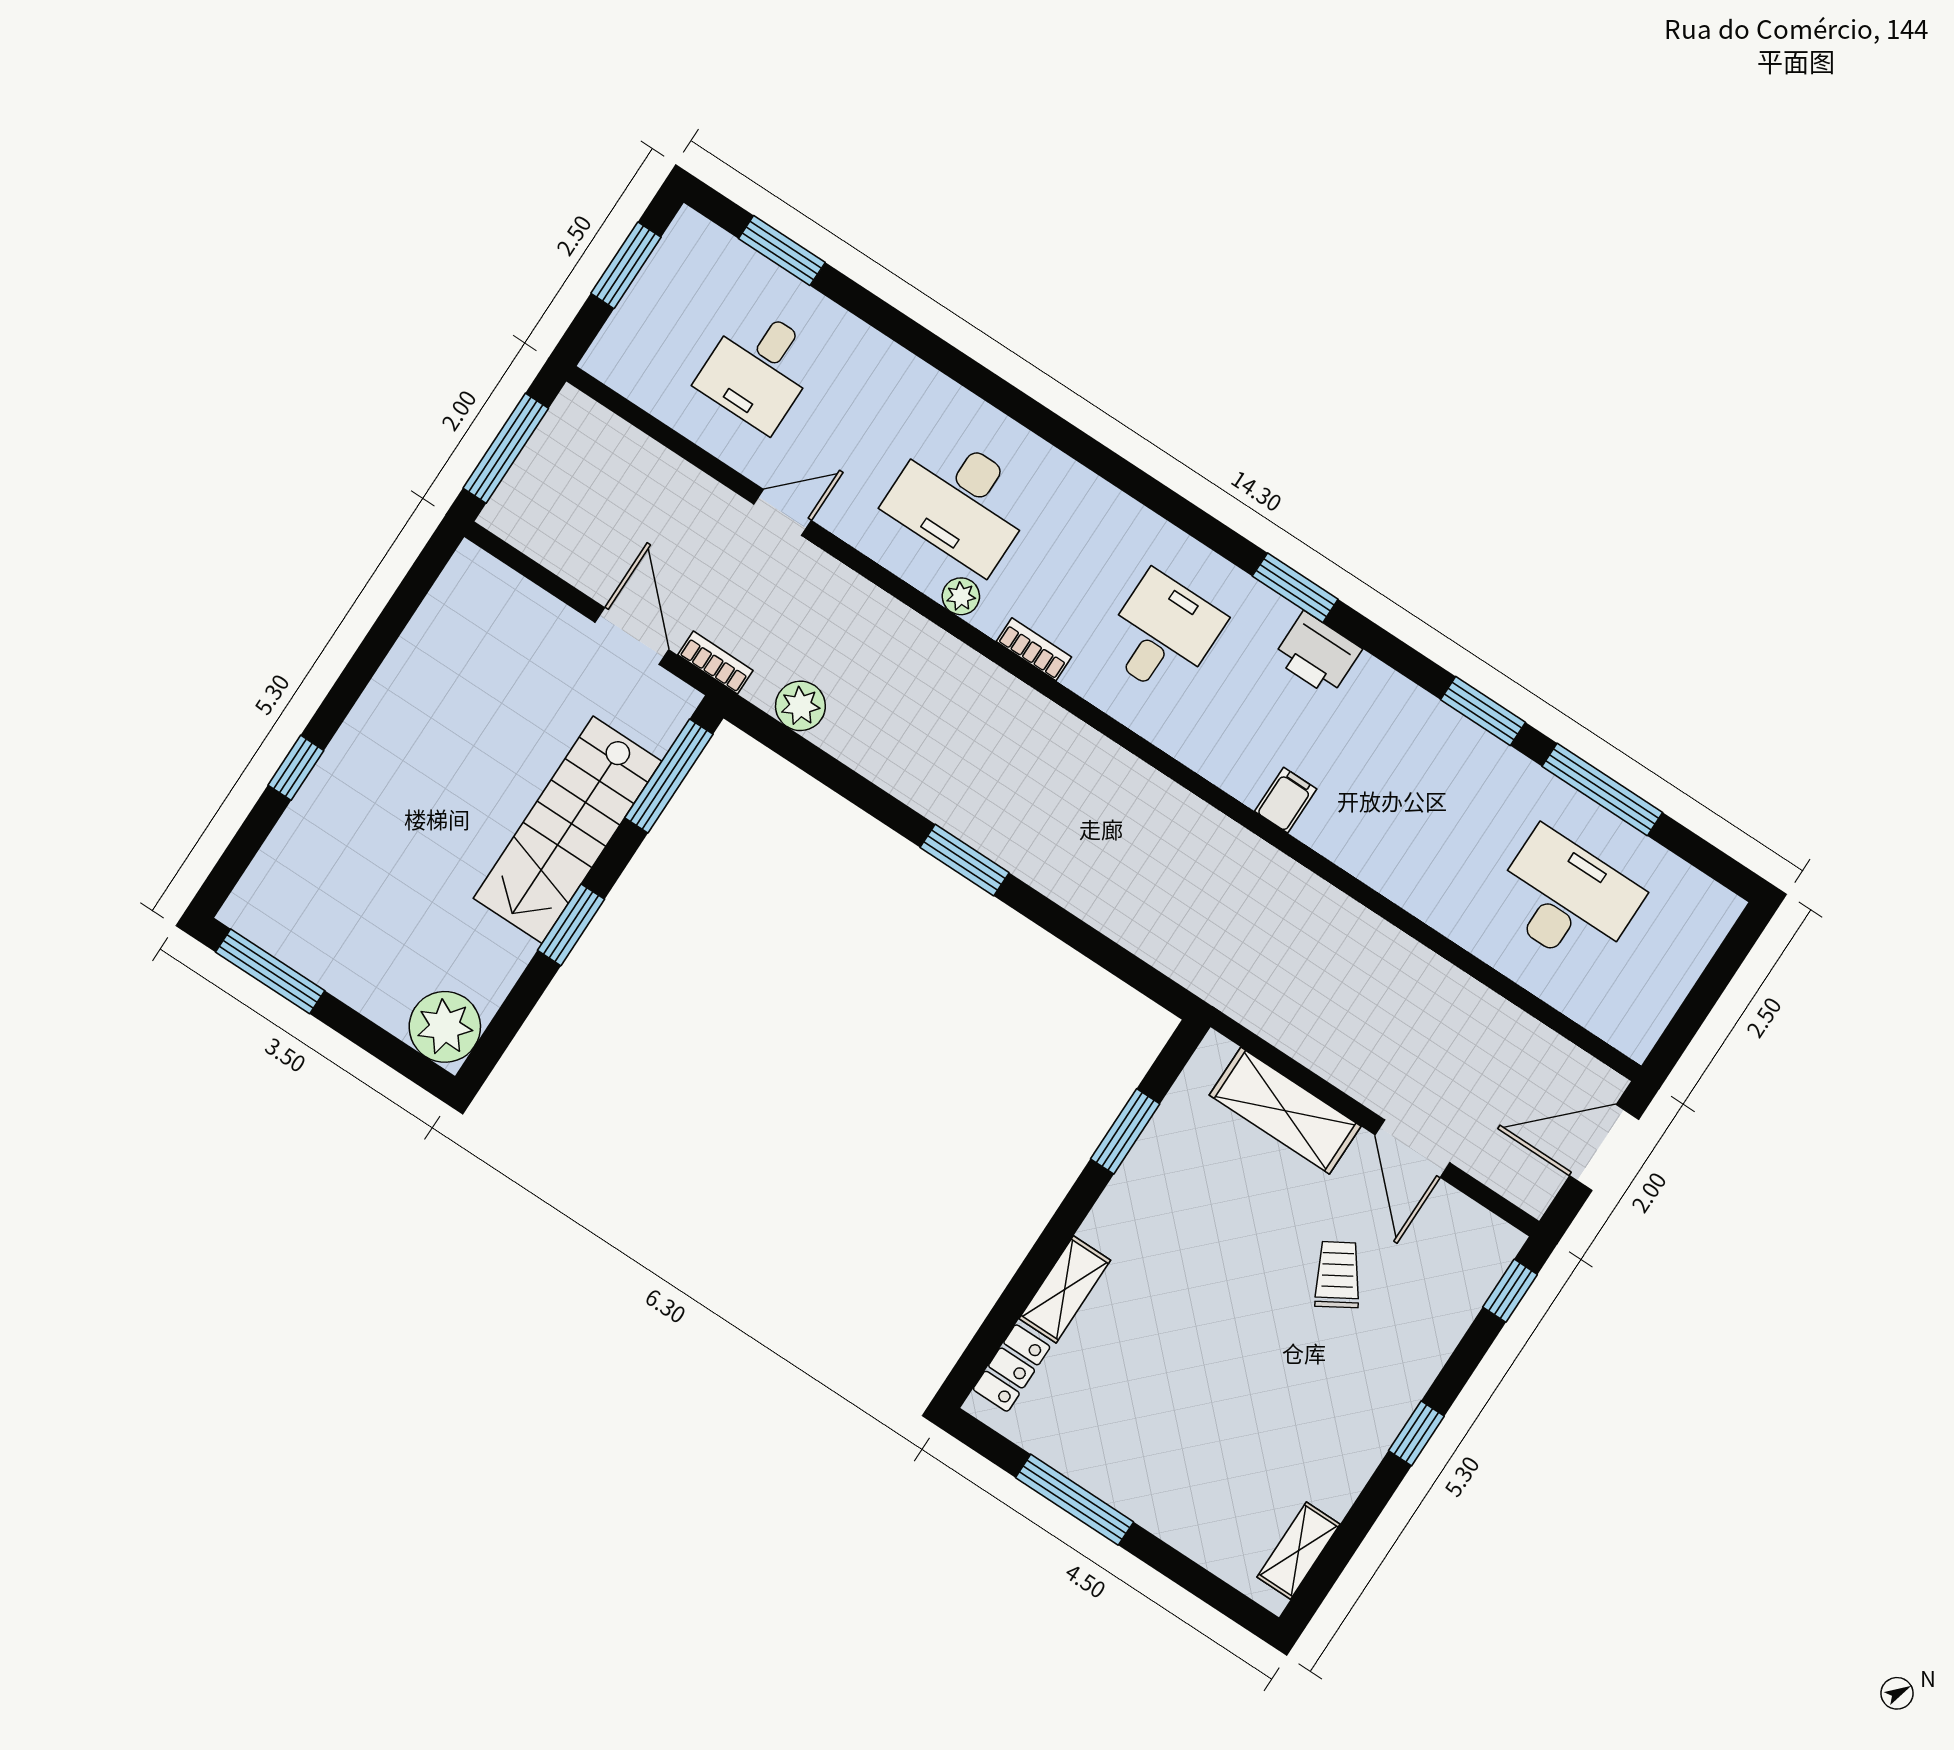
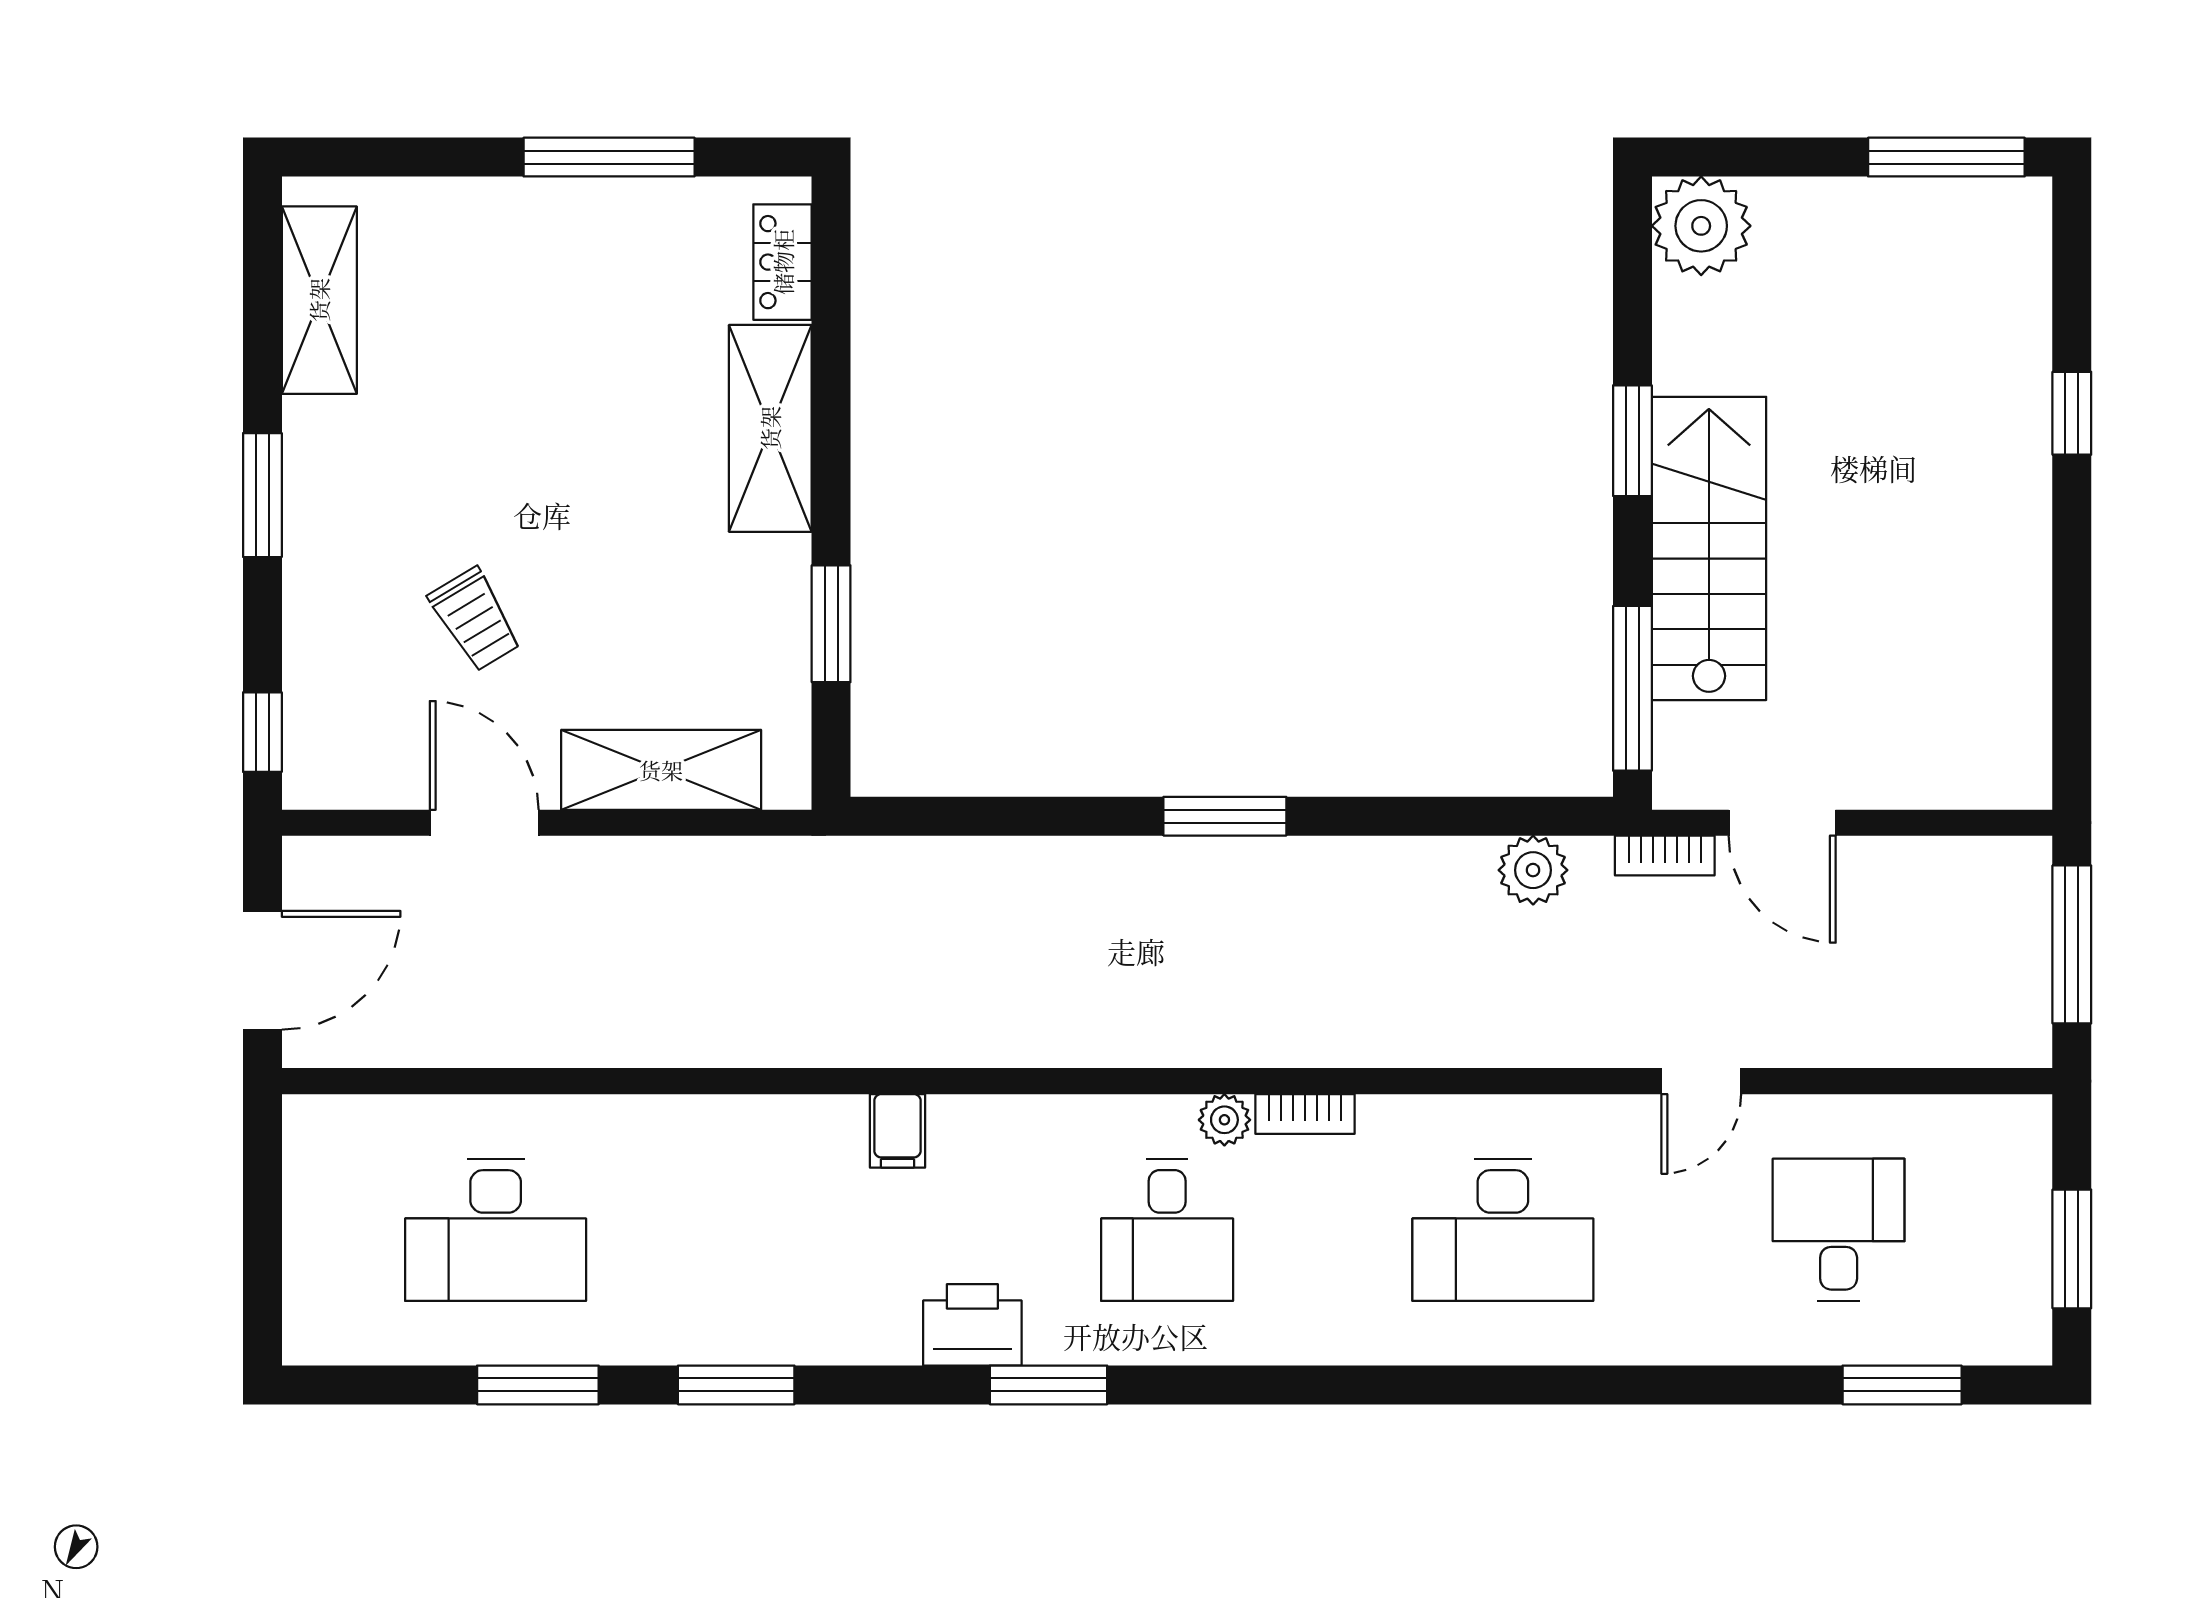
desk: (961, 501) -> (1503, 1230), turned 180
plant: (961, 596) -> (1224, 1120), moved
window: (1602, 789) -> (538, 1385), width x0.69
shelving: (1065, 1289) -> (770, 428), width x1.50, depth x1.33
window: (1416, 1433) -> (262, 495), width x1.50
shelving: (1298, 1551) -> (319, 300), width x1.50, depth x1.33

